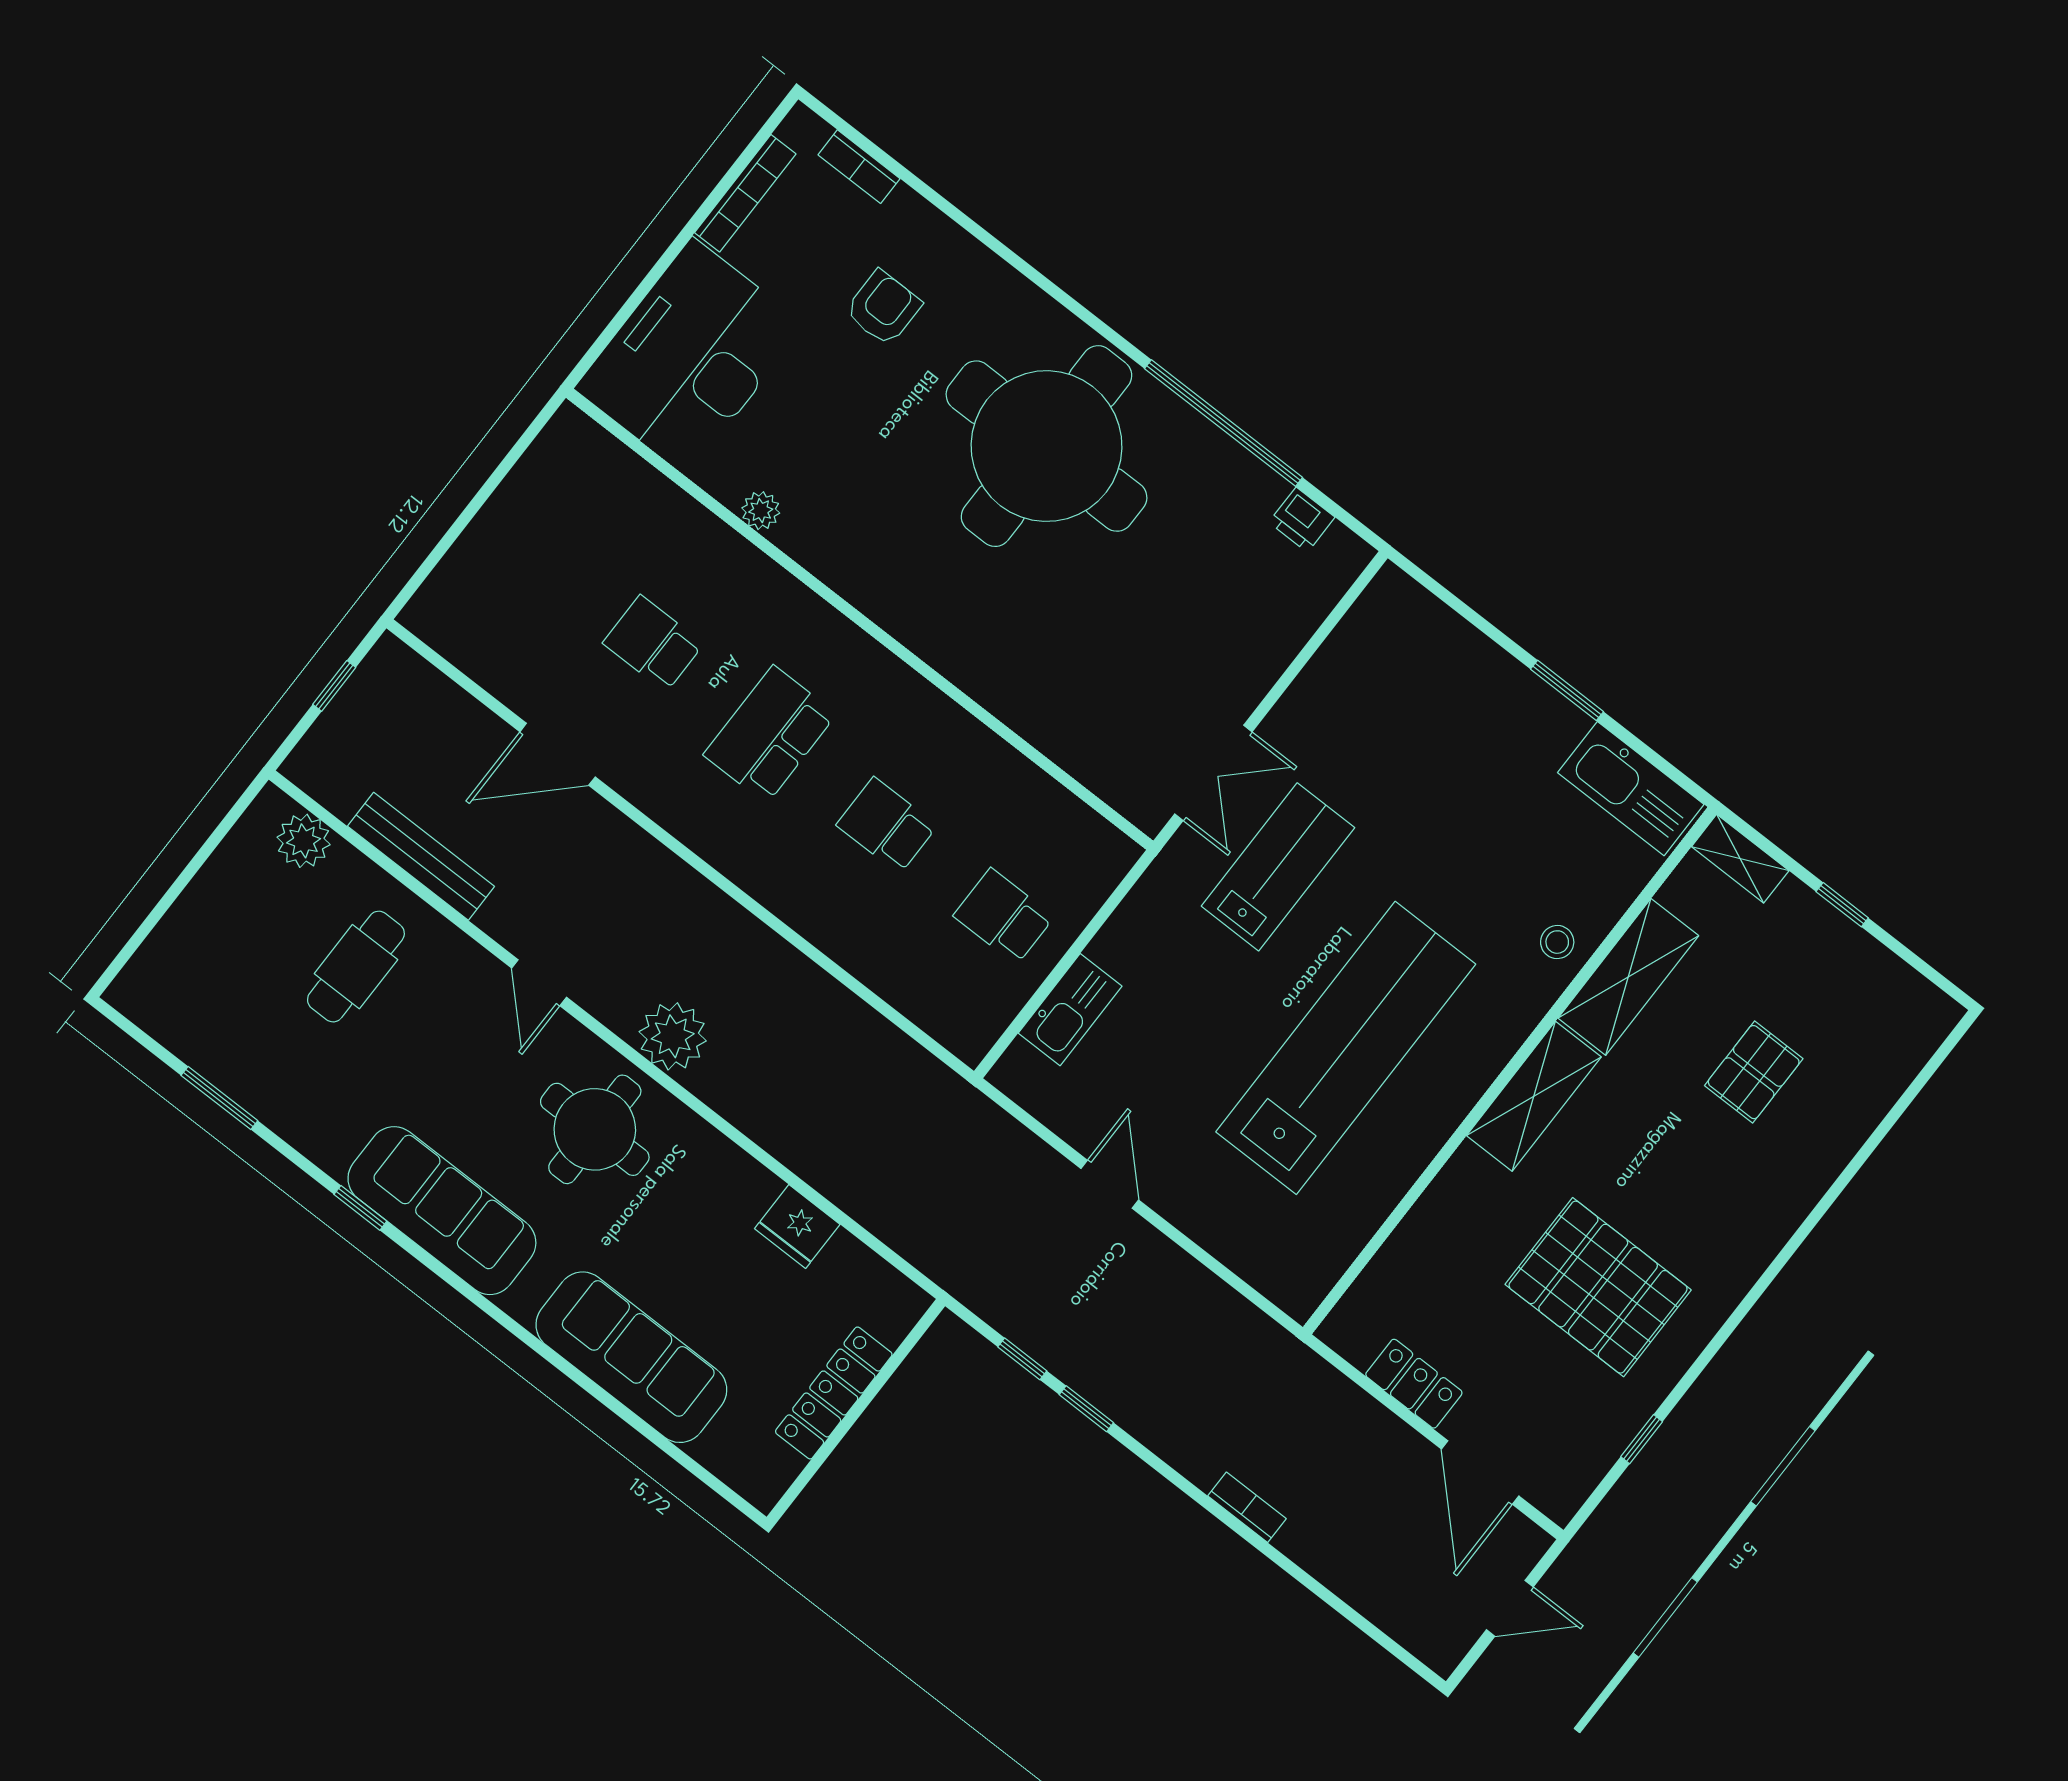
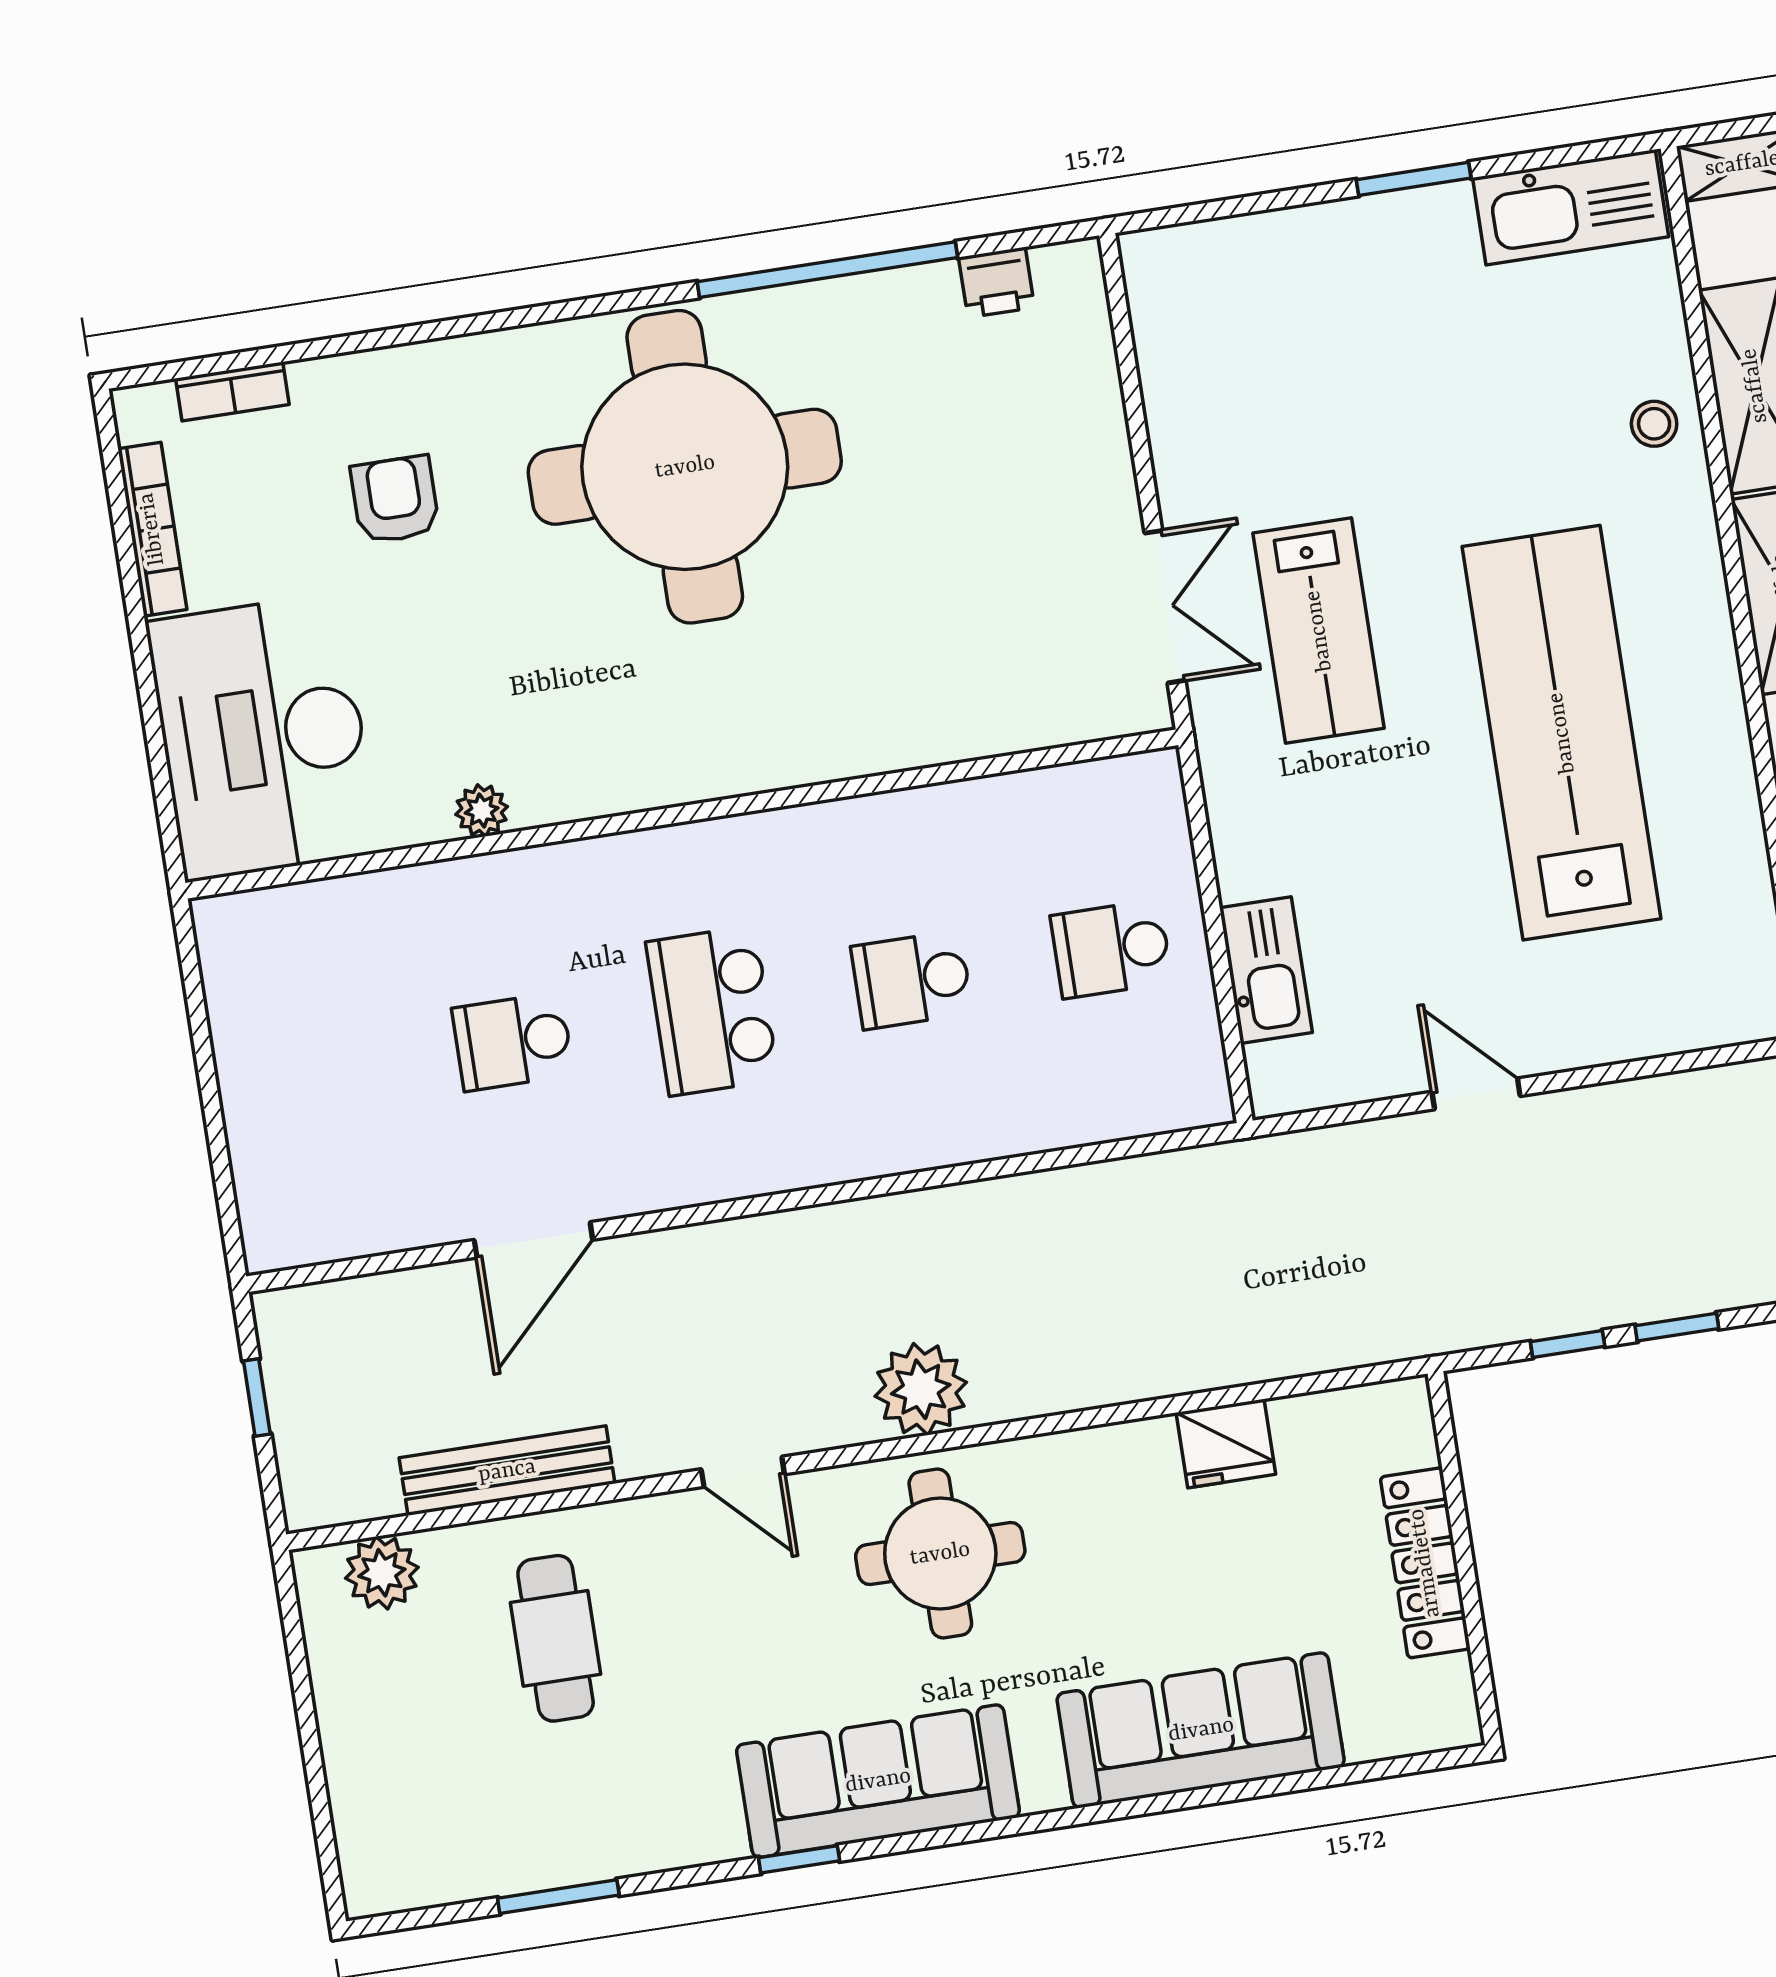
lab bench: (1278, 867) -> (1319, 631), turned 180

